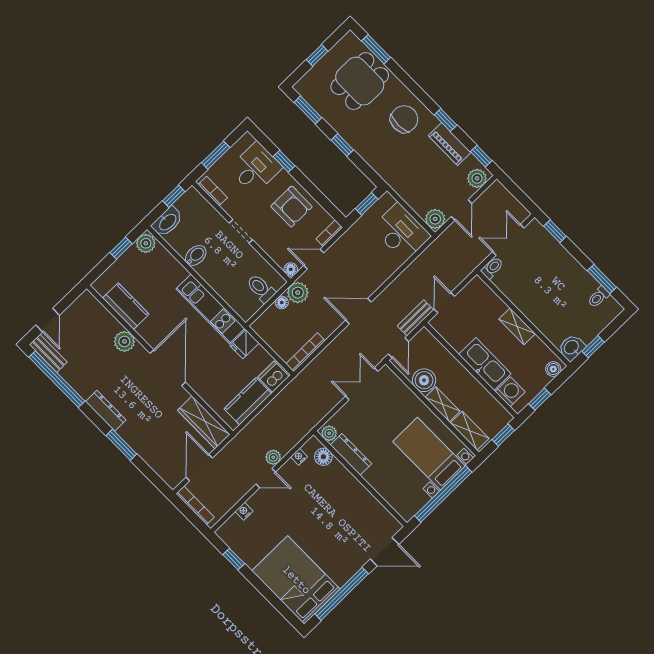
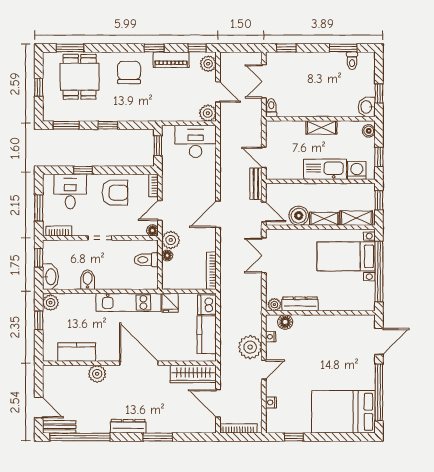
plant: (273, 457) -> (250, 347), width x1.87, depth x1.87

